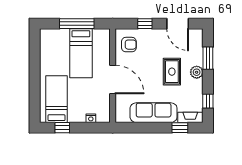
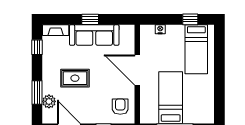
armchair: (129, 45) -> (120, 107), turned 90
rug: (172, 72) -> (75, 78), turned 90
plant: (197, 72) -> (49, 101), moved
window: (180, 128) -> (90, 19), moved

